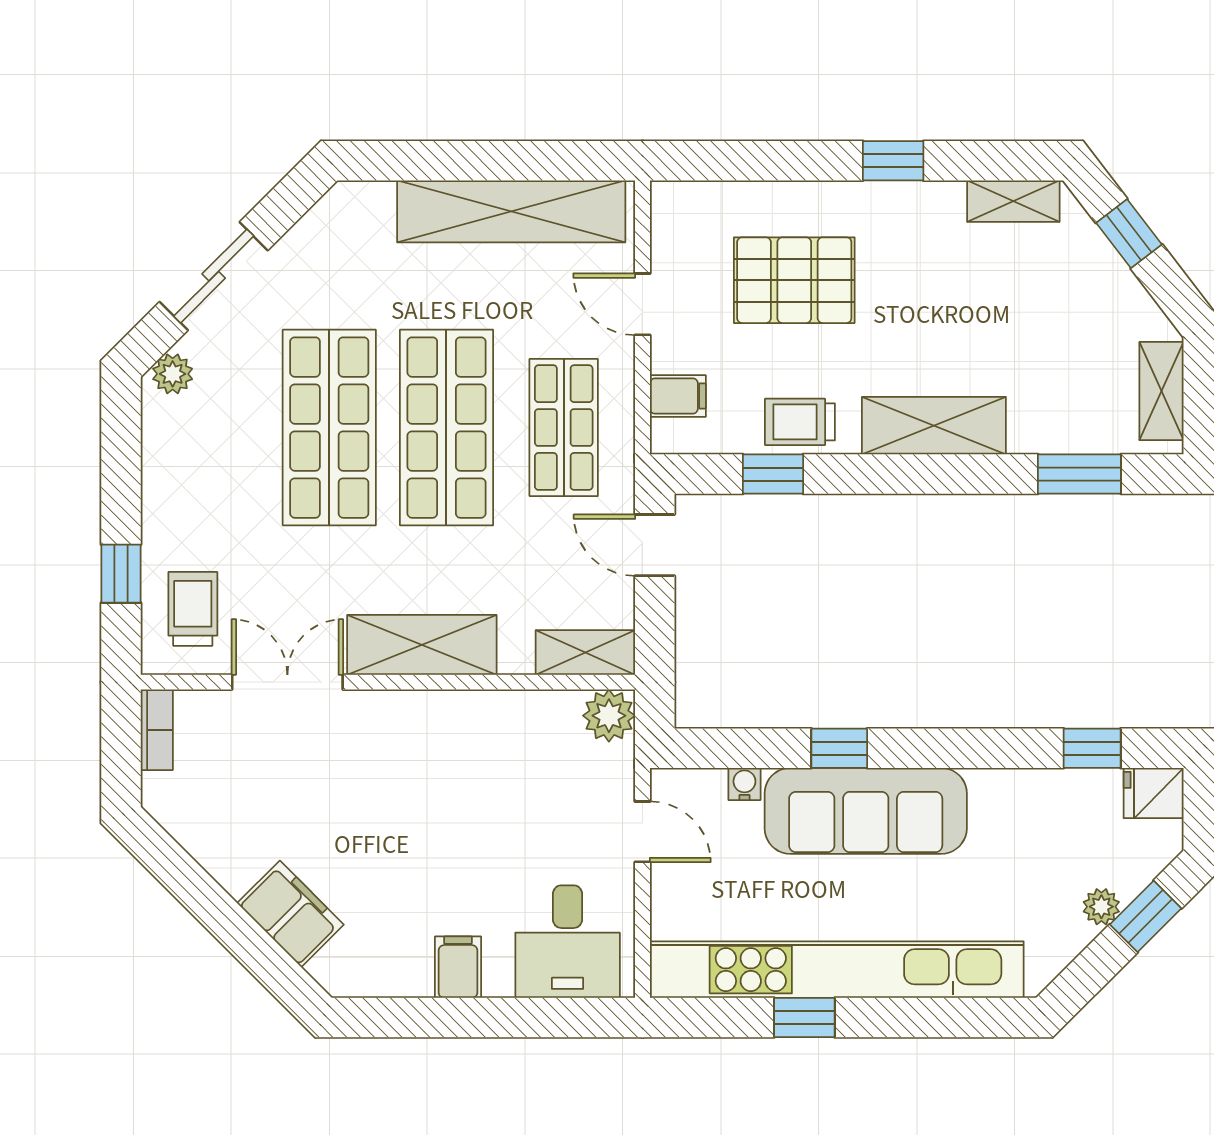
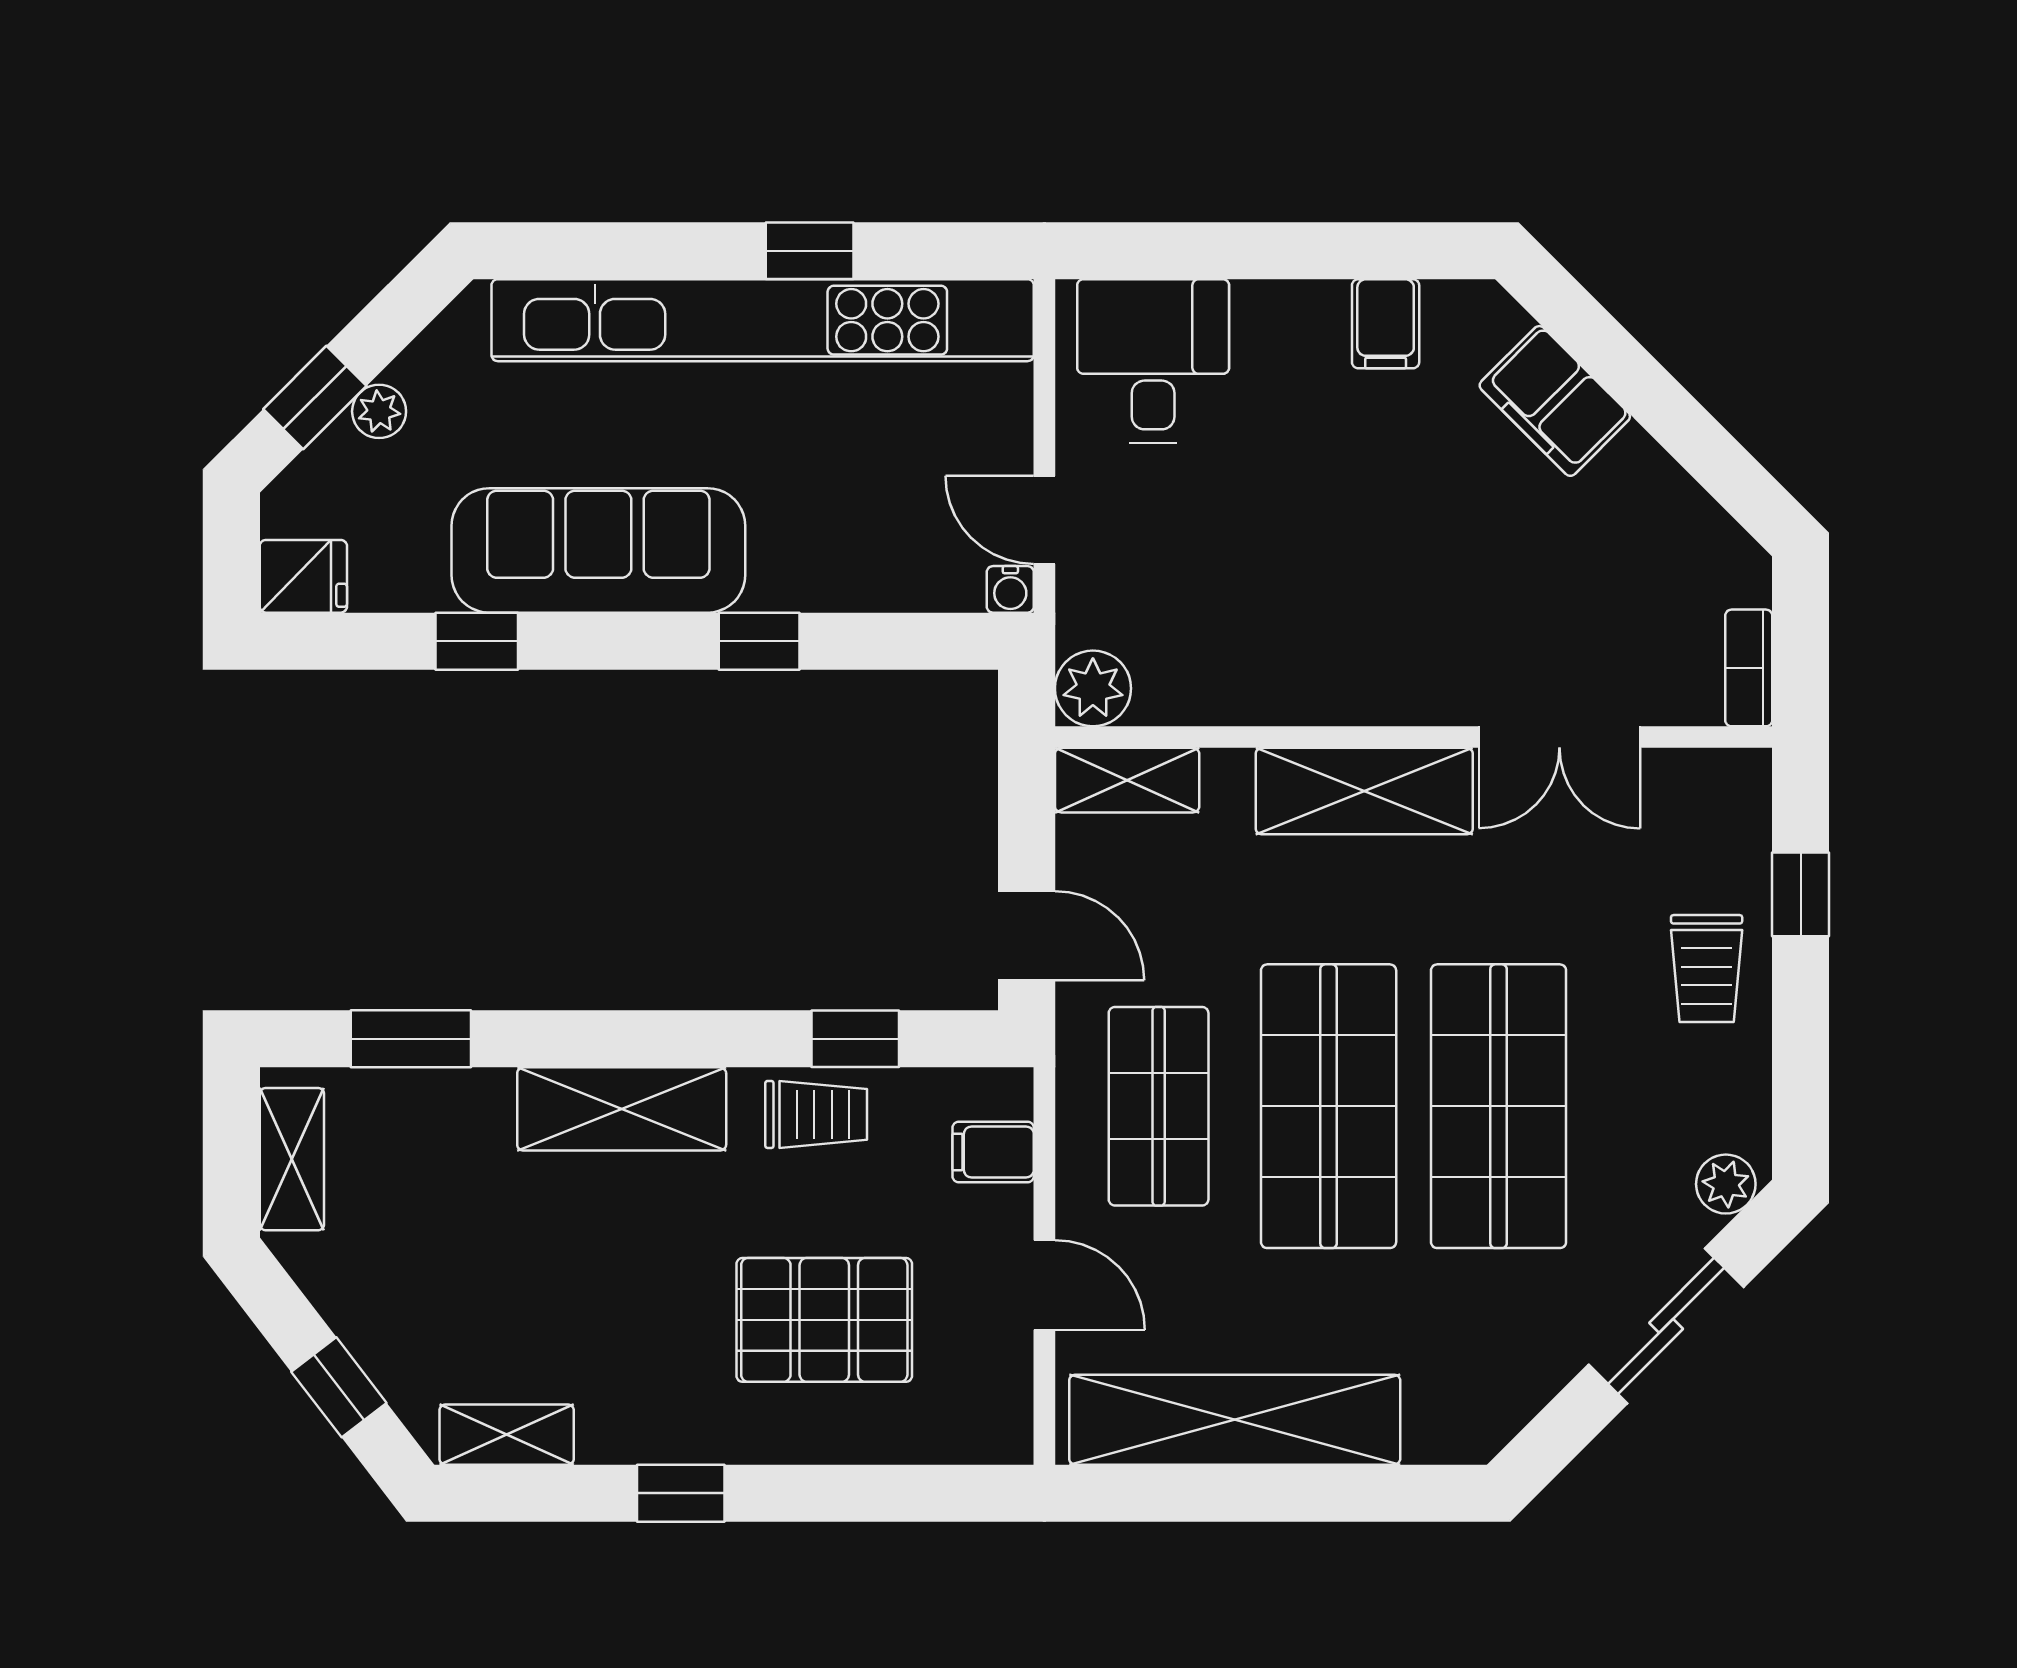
trolley: (193, 609) -> (1707, 969), moved
window: (1092, 748) -> (477, 641), moved
water cooler: (744, 784) -> (1010, 589), moved
sofa: (866, 811) -> (598, 550), moved
filing cabinet: (458, 967) -> (1386, 324), moved

